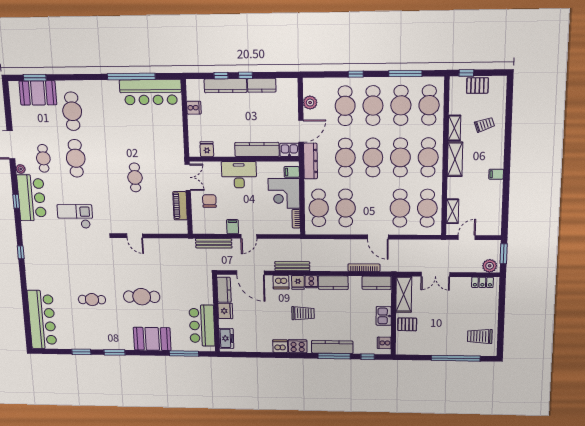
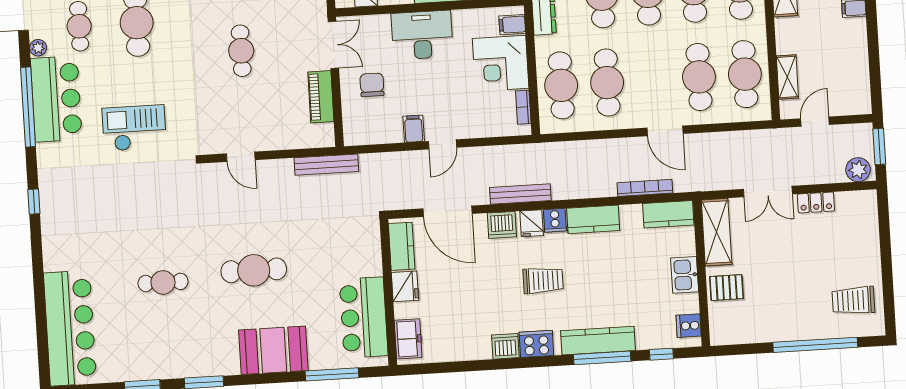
window: (16, 201) -> (28, 107), width x3.17
bench: (214, 243) -> (326, 165), moved
locker: (482, 282) -> (816, 202), moved

